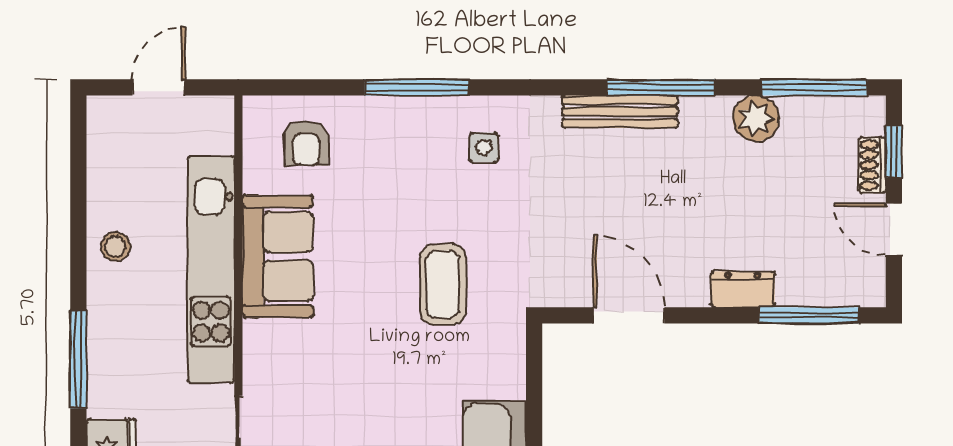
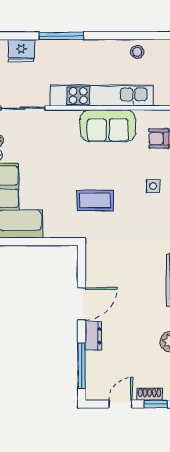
side table: (484, 147) -> (153, 186), moved
stool: (115, 247) -> (137, 52), moved
door: (629, 315) -> (82, 304), moved

